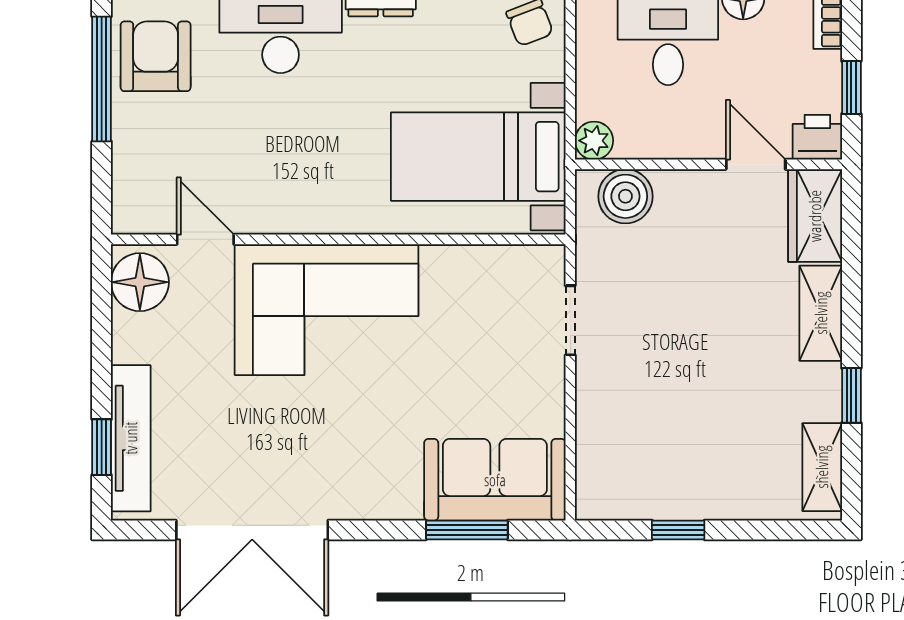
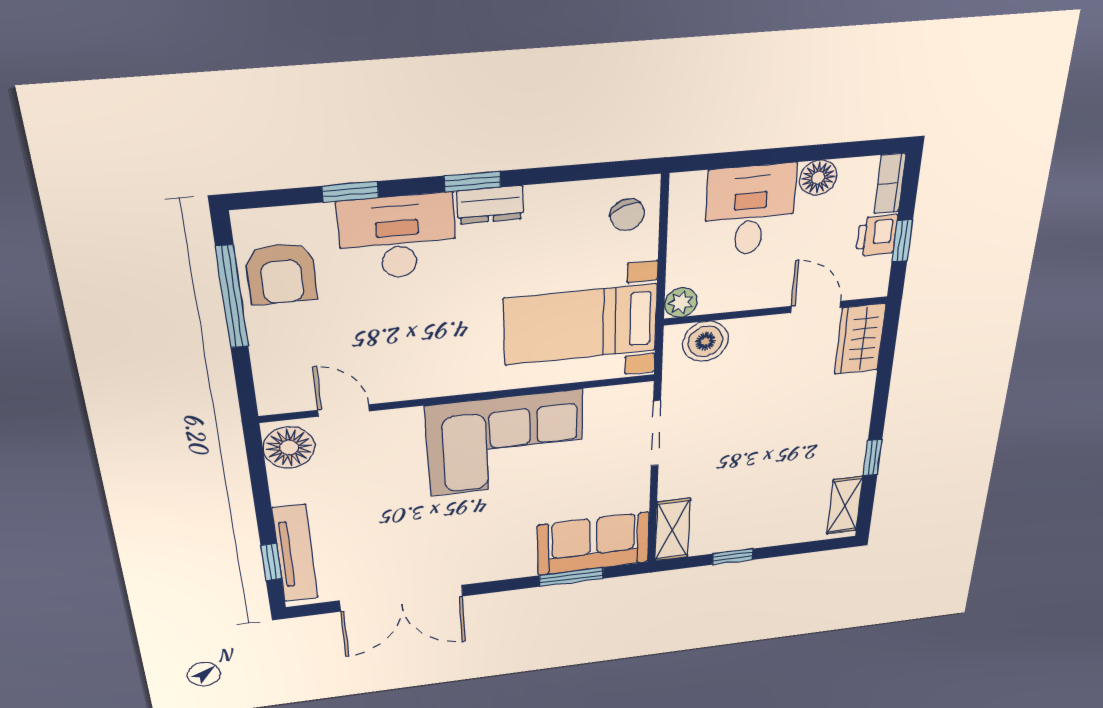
armchair: (156, 56) -> (281, 274), turned 180
printer: (817, 137) -> (877, 236), moved, turned -90
corner sofa: (326, 310) -> (505, 443), moved
shelving: (821, 313) -> (673, 530), moved
doorway: (570, 320) -> (656, 433), width x1.38

